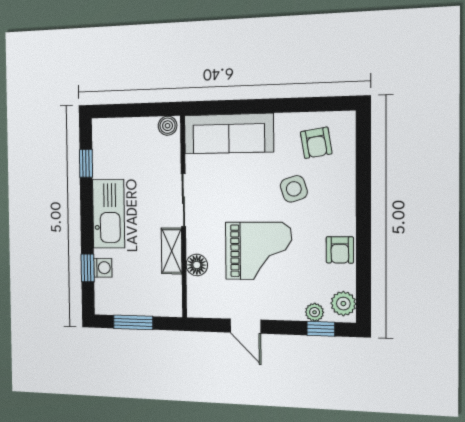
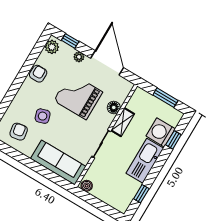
washing machine: (103, 268) -> (161, 132), width x1.89, depth x1.89
plant: (315, 312) -> (79, 57), moved
door: (245, 326) -> (107, 63), width x1.88

